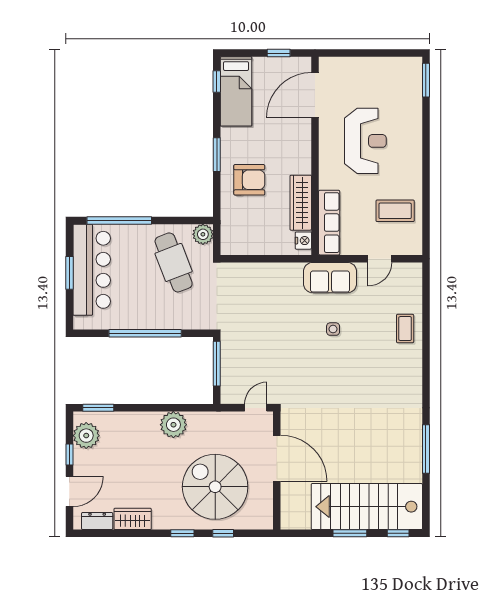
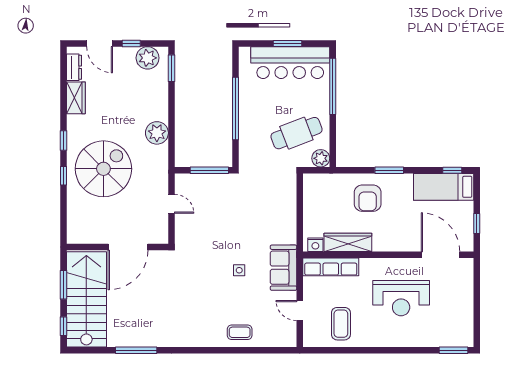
door: (277, 458) -> (128, 247), moved
wall: (277, 471) -> (117, 247), moved

